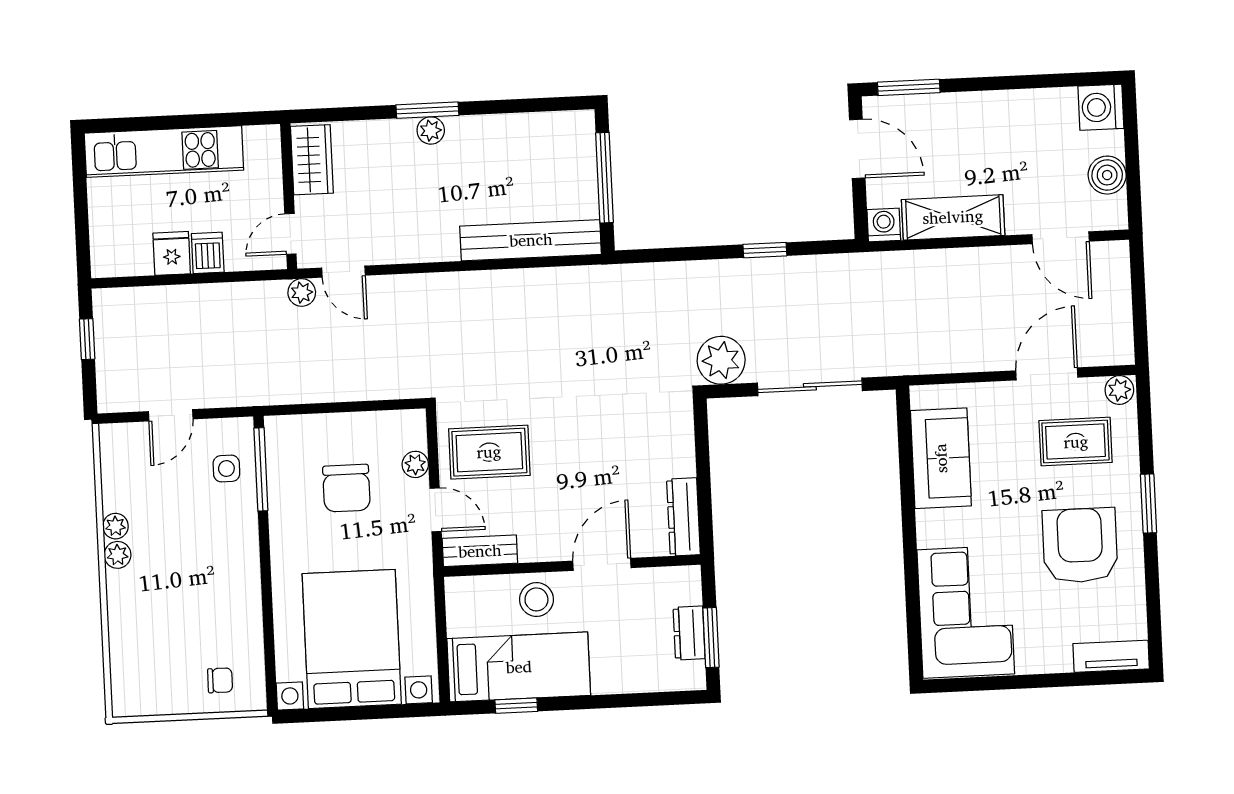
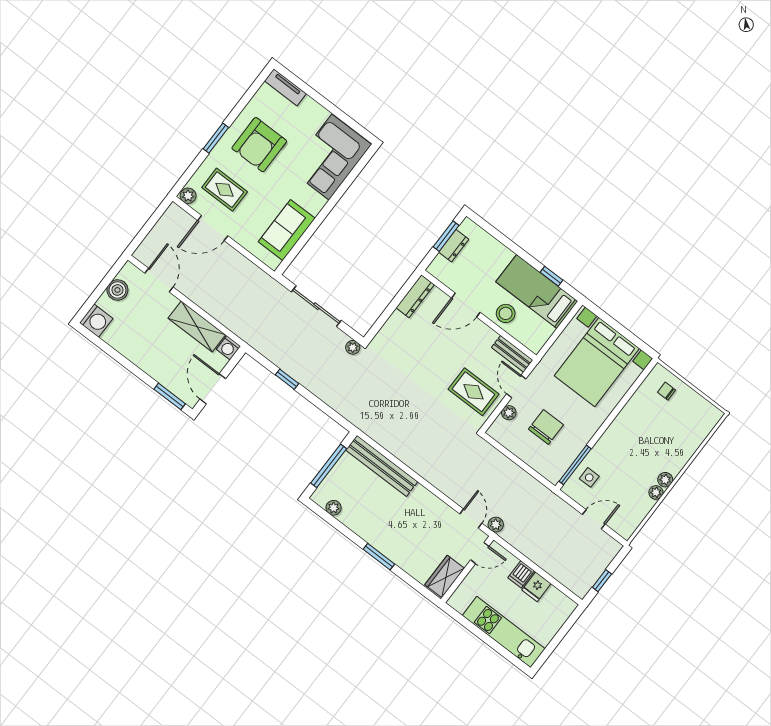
plant: (431, 130) -> (334, 508), moved
plant: (721, 360) -> (353, 347), width x0.53, depth x0.53

